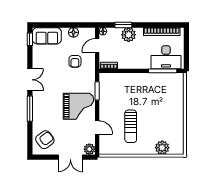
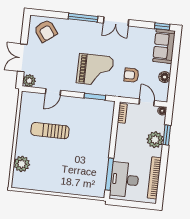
grand piano: (79, 106) -> (95, 70), moved, turned -90

